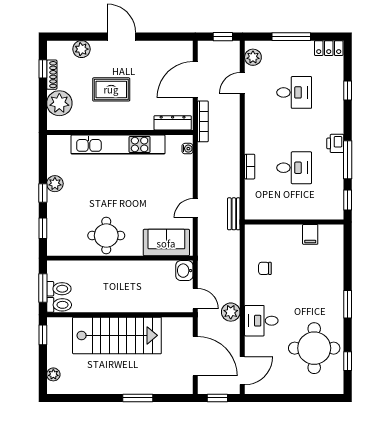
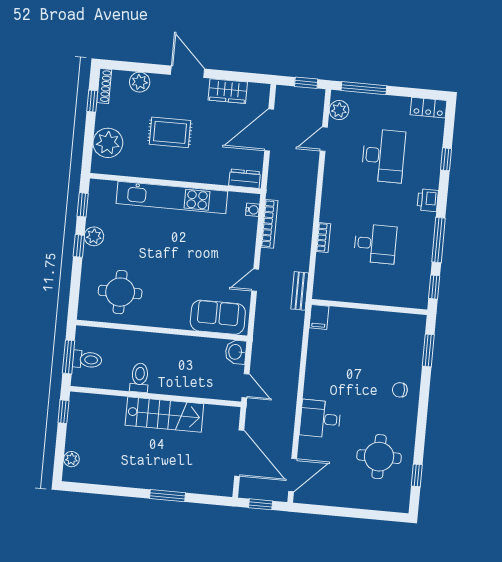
window: (291, 37) -> (364, 88), moved
wardrobe: (157, 50) -> (228, 91), added
shoe rack: (52, 75) -> (104, 86), moved
desk: (294, 92) -> (383, 156), width x1.37
bookcase: (203, 121) -> (269, 224), moved
dresser: (173, 123) -> (245, 179), width x0.70
printer: (335, 143) -> (428, 200), moved
window: (43, 228) -> (83, 205), moved
filing cabinet: (310, 234) -> (319, 317), moved
round table: (106, 236) -> (120, 292), moved
chair: (265, 268) -> (400, 390), moved
window: (348, 304) -> (428, 350), moved
toilet: (59, 305) -> (140, 378), moved, turned -90
plant: (231, 312) -> (285, 405), removed
stairs: (117, 335) -> (164, 415), width x0.73, depth x0.66
round table: (314, 348) -> (379, 457), width x0.73, depth x0.73

